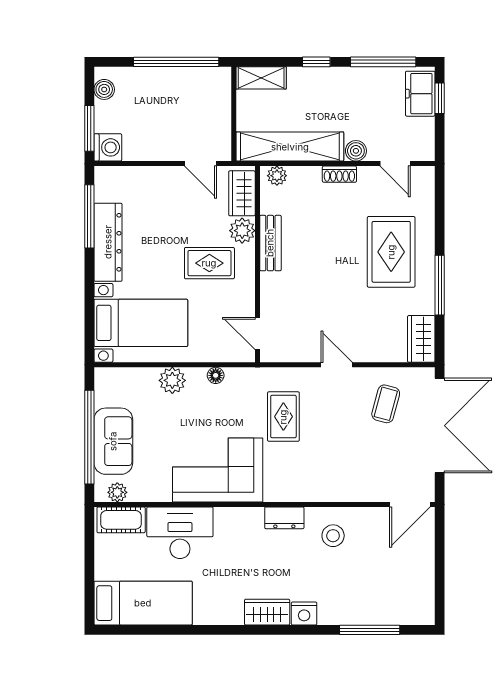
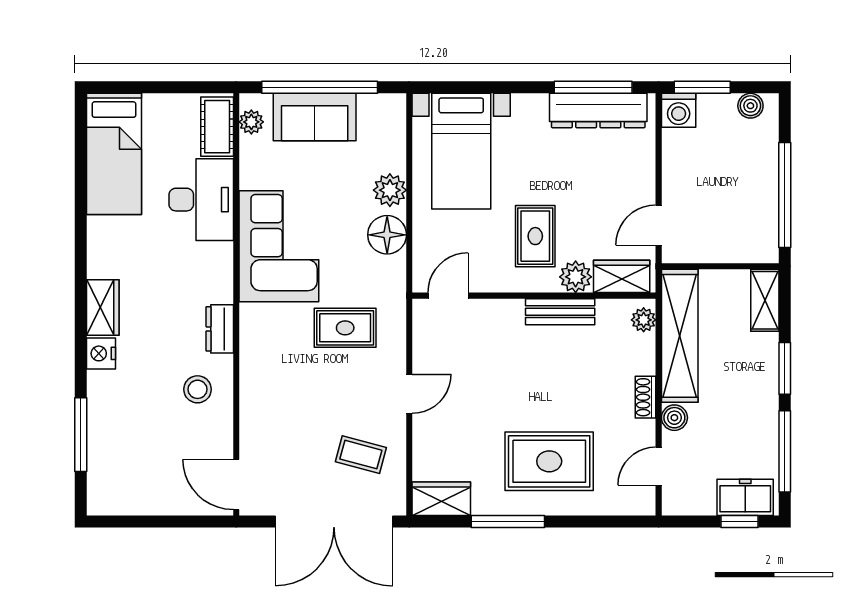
window: (316, 62) -> (785, 368), width x1.50
dresser: (108, 242) -> (598, 110), moved
floor lamp: (216, 375) -> (387, 235), width x1.89, depth x1.89

